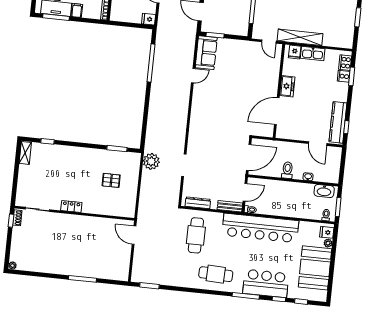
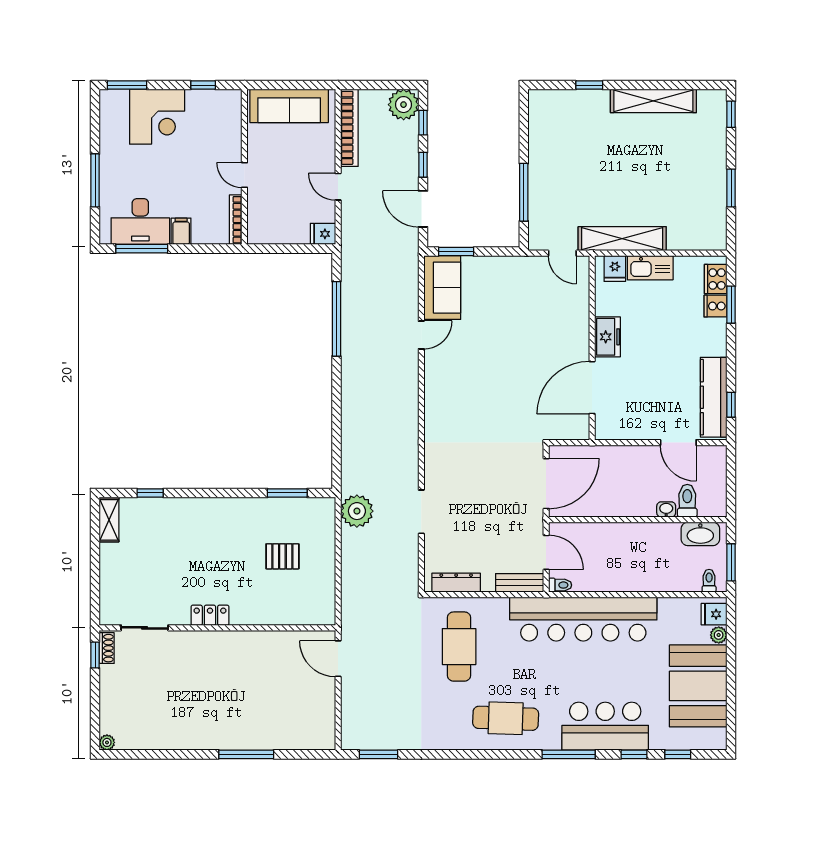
toilet: (287, 170) -> (687, 501), moved
door: (245, 192) -> (546, 552), hinge flipped

